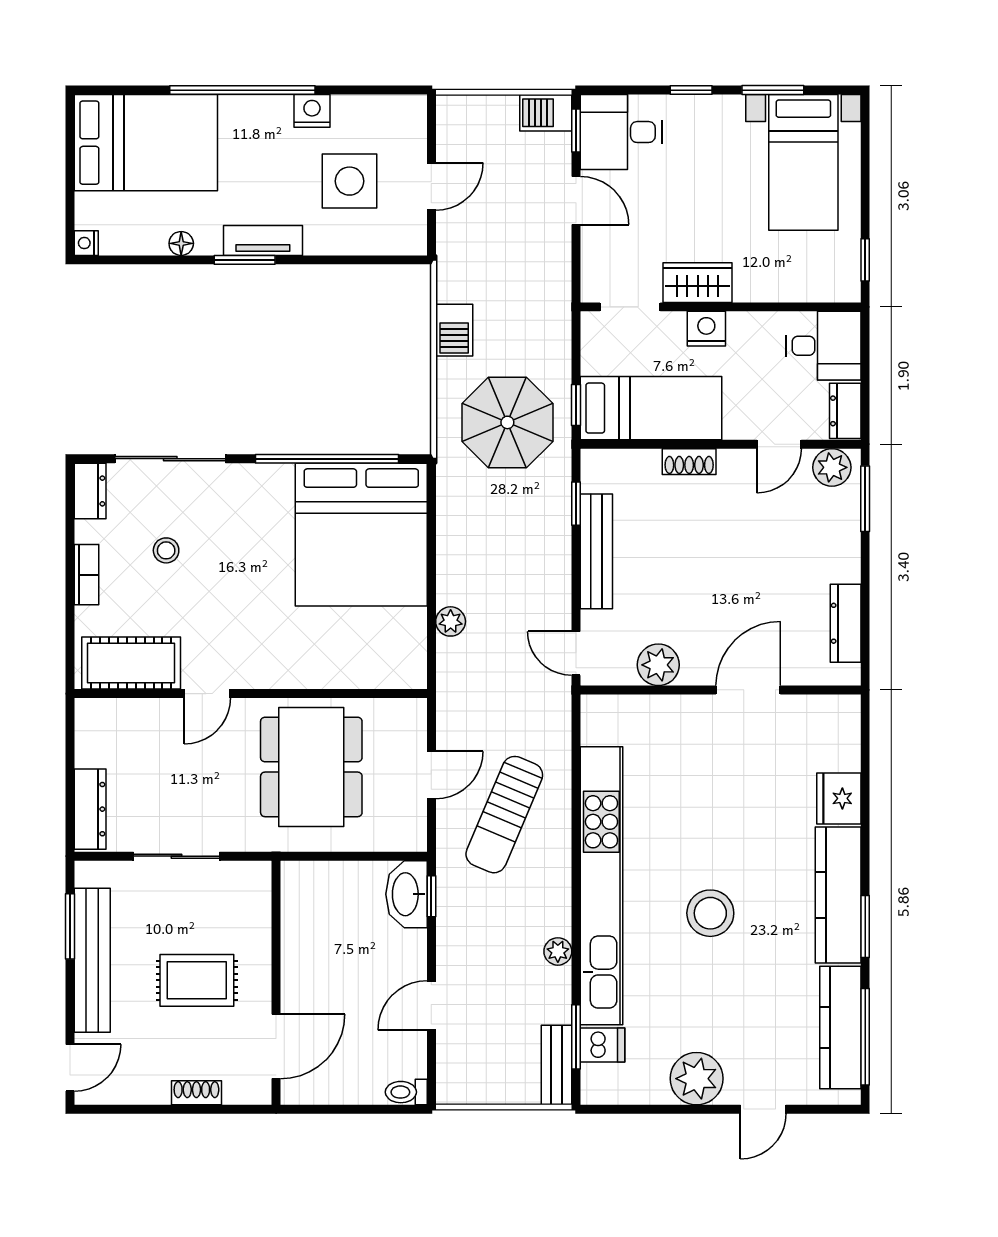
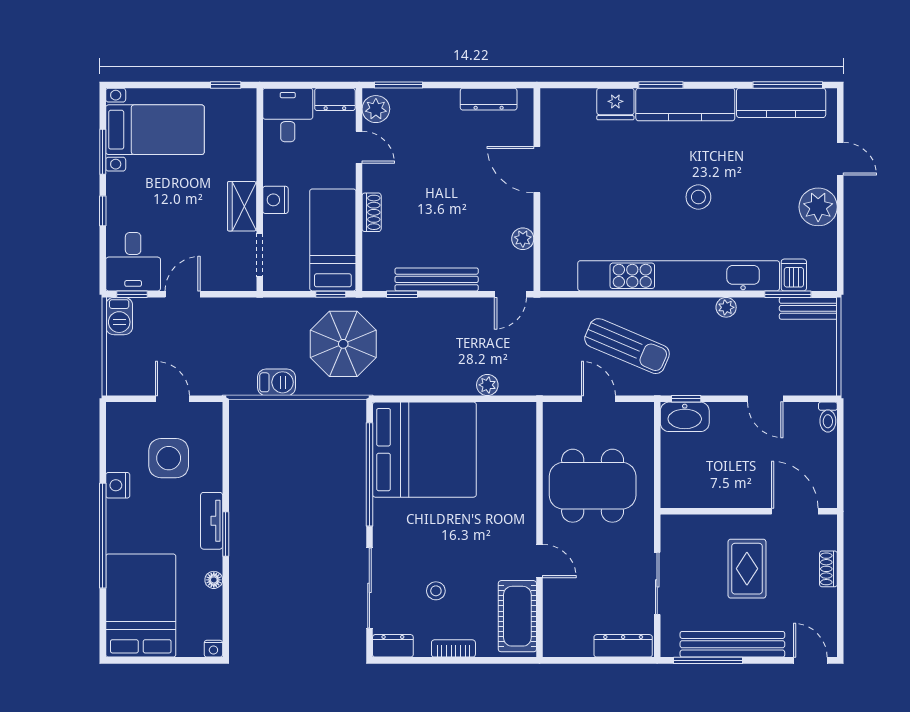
plant: (658, 665) -> (523, 239), width x0.73, depth x0.73
stool: (710, 913) -> (698, 197), width x0.73, depth x0.73
window: (70, 926) -> (708, 660), width x1.44
window: (865, 926) -> (661, 85), moved

